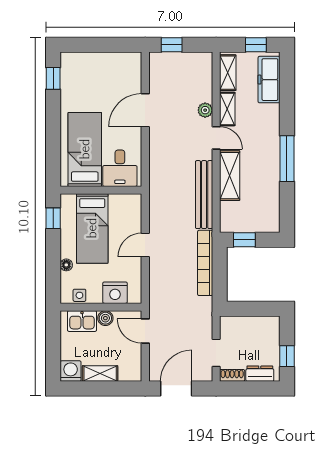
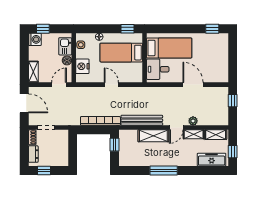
window: (53, 358) -> (43, 29), added
shelving: (100, 374) -> (33, 72), moved

